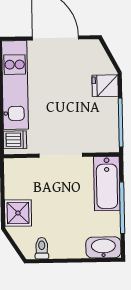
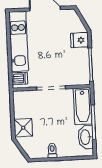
washbasin: (103, 247) -> (86, 137), moved, turned -90
toilet: (42, 248) -> (52, 151), moved

